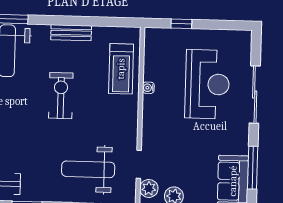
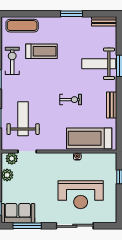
treadmill: (121, 69) -> (89, 138), width x1.37, depth x1.38
exercise bike: (61, 96) -> (71, 100), width x0.73, depth x0.72

